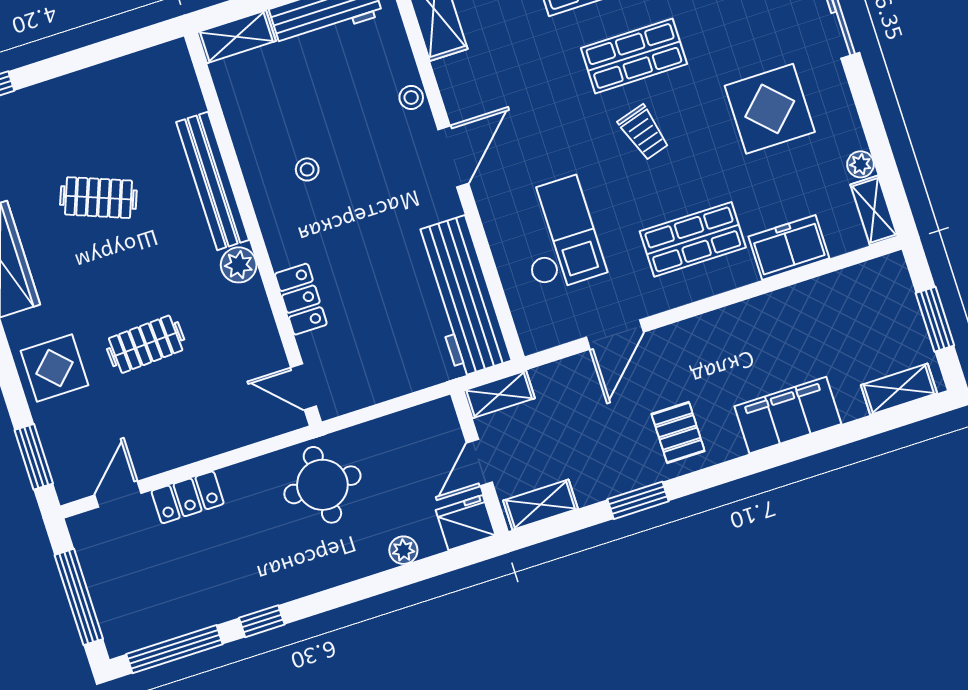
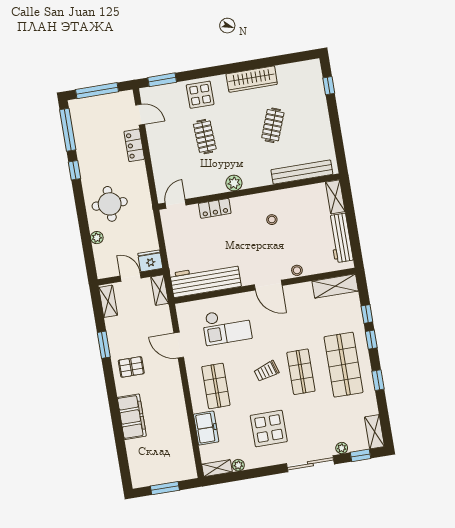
bench: (213, 181) -> (302, 172), moved
shelving: (899, 389) -> (136, 468), removed
round table: (322, 485) -> (110, 204), moved
fridge: (466, 523) -> (150, 261), moved, turned -90

